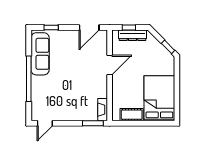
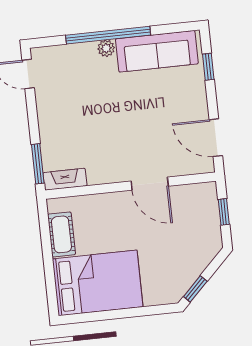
dresser: (133, 35) -> (210, 220), removed
plant: (36, 81) -> (106, 48), added

